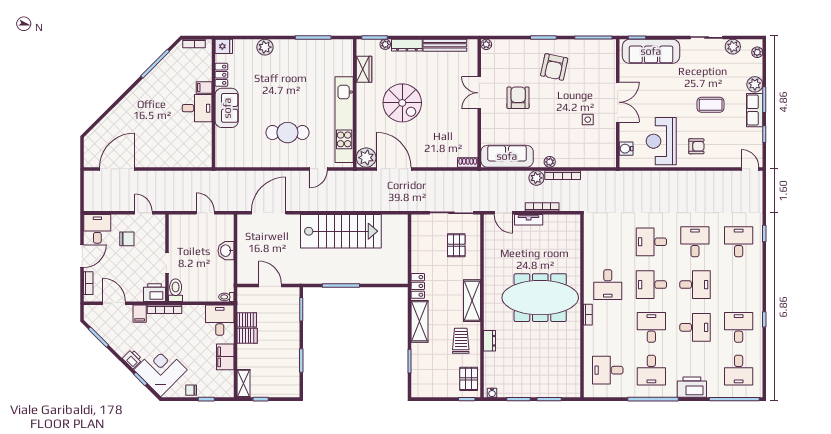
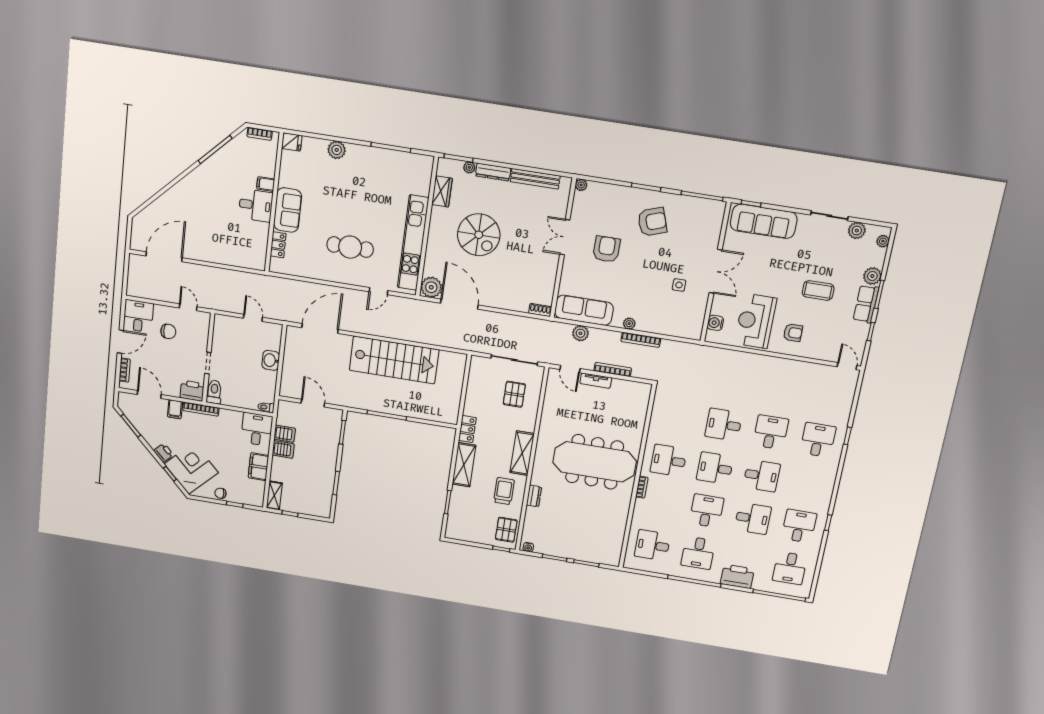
armchair: (554, 67) -> (652, 222), turned -121
locker: (221, 75) -> (278, 245), moved
plant: (536, 178) -> (581, 333), moved
desk: (608, 285) -> (669, 460), turned 90

